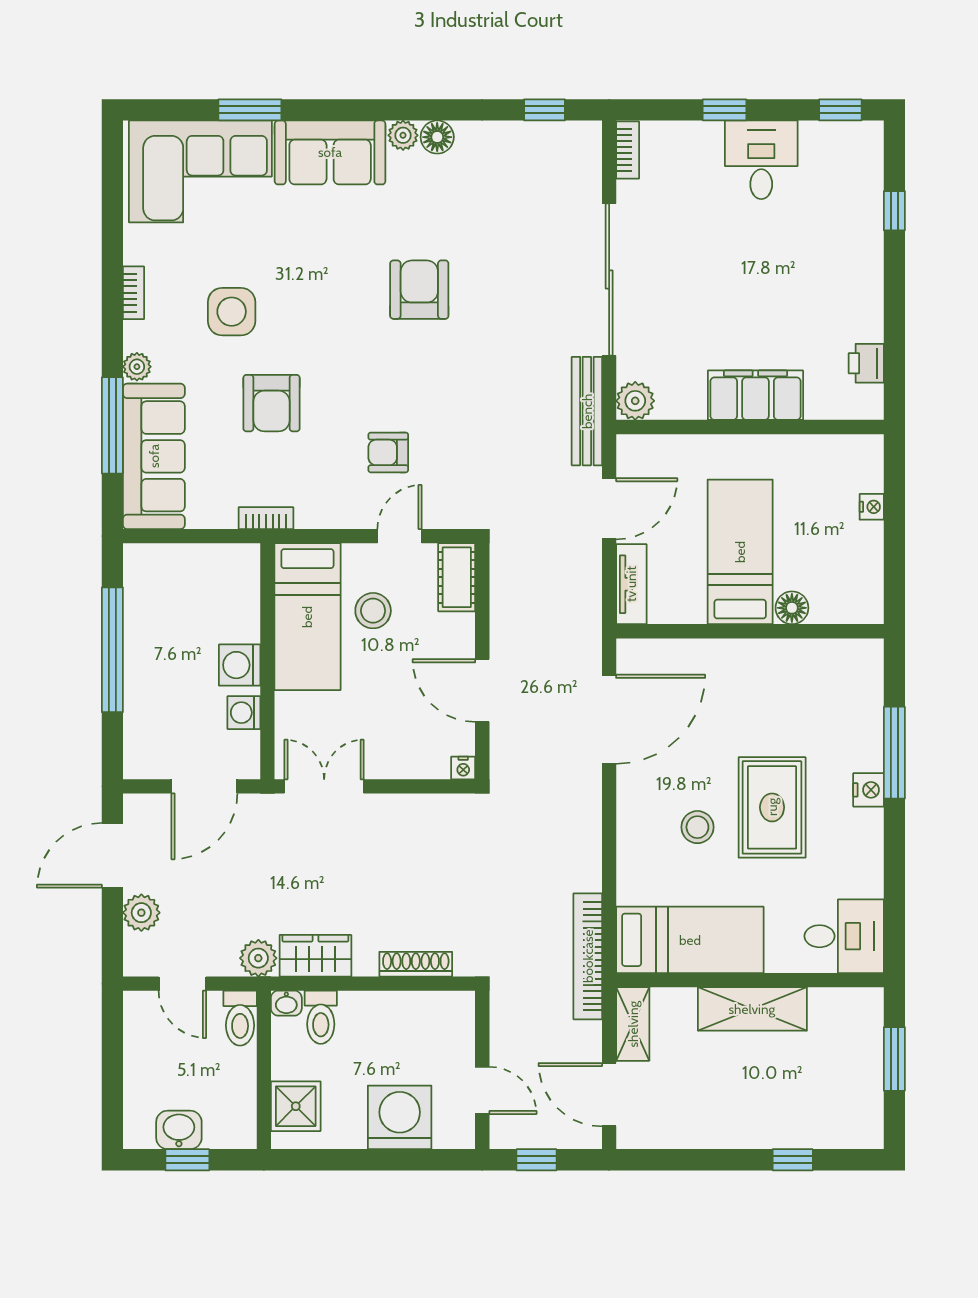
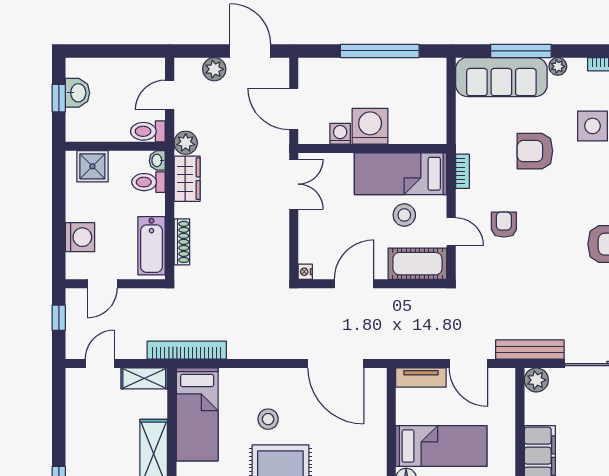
bookcase: (266, 518) -> (462, 171), moved
cot: (457, 577) -> (417, 264), width x1.37, depth x1.34
washing machine: (240, 665) -> (370, 126), width x1.37, depth x1.37
bathtub: (422, 1012) -> (151, 246), added
door: (609, 1095) -> (100, 364), width x0.73
washing machine: (400, 1117) -> (80, 237), width x0.73, depth x0.73

